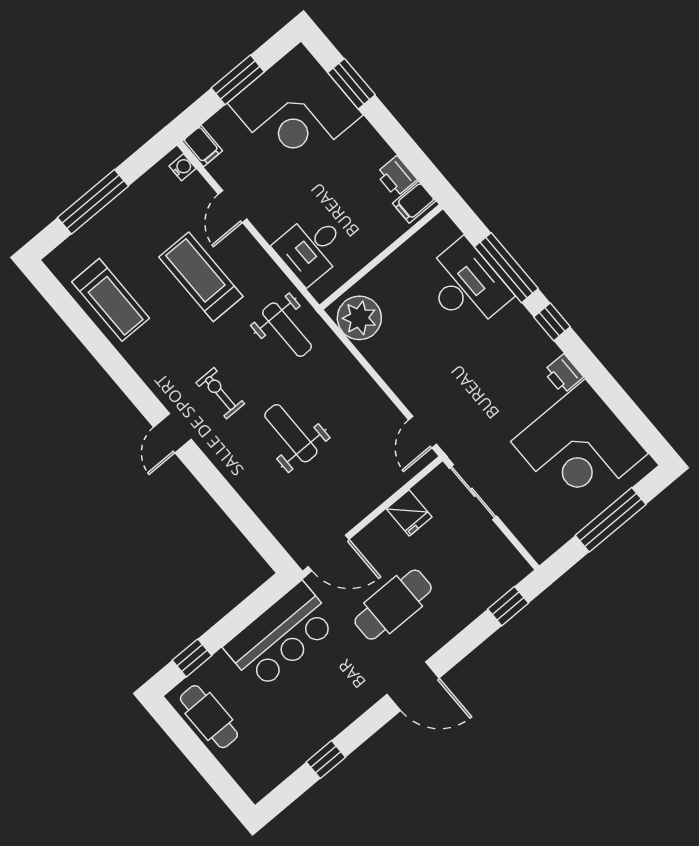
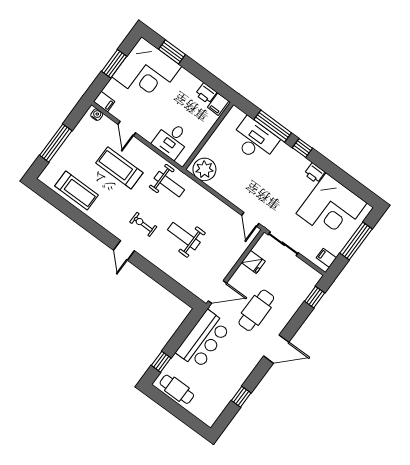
filing cabinet: (548, 538) -> (326, 258), added

